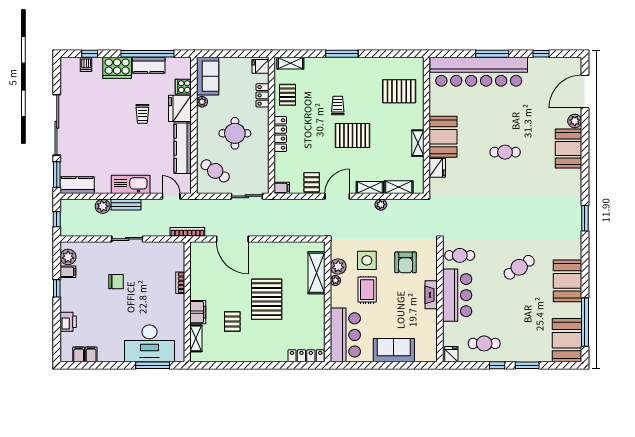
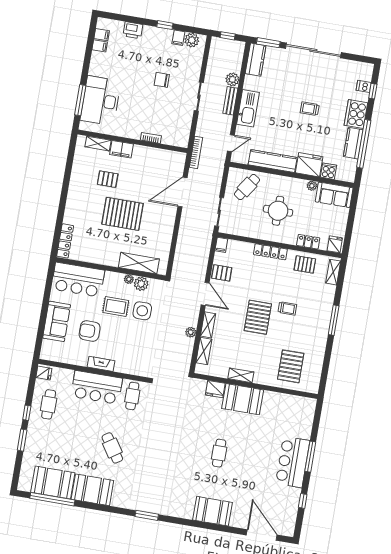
bar counter: (479, 72) -> (293, 462), width x0.54
trolley: (142, 114) -> (310, 109), moved
plant: (575, 121) -> (237, 521), removed
armchair: (406, 262) -> (90, 331), moved
chair: (116, 282) -> (162, 80), turned 90
booth: (567, 340) -> (53, 483), moved

